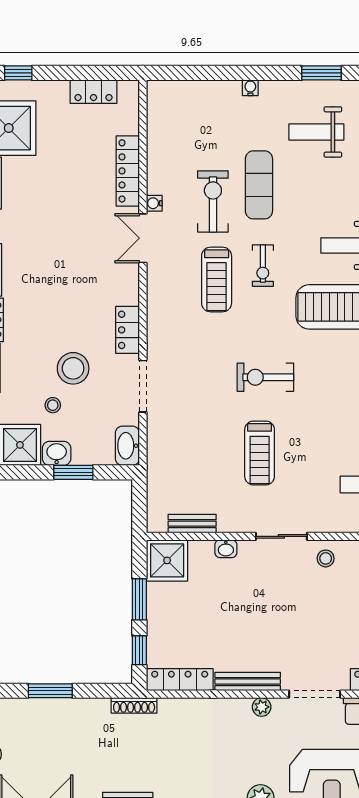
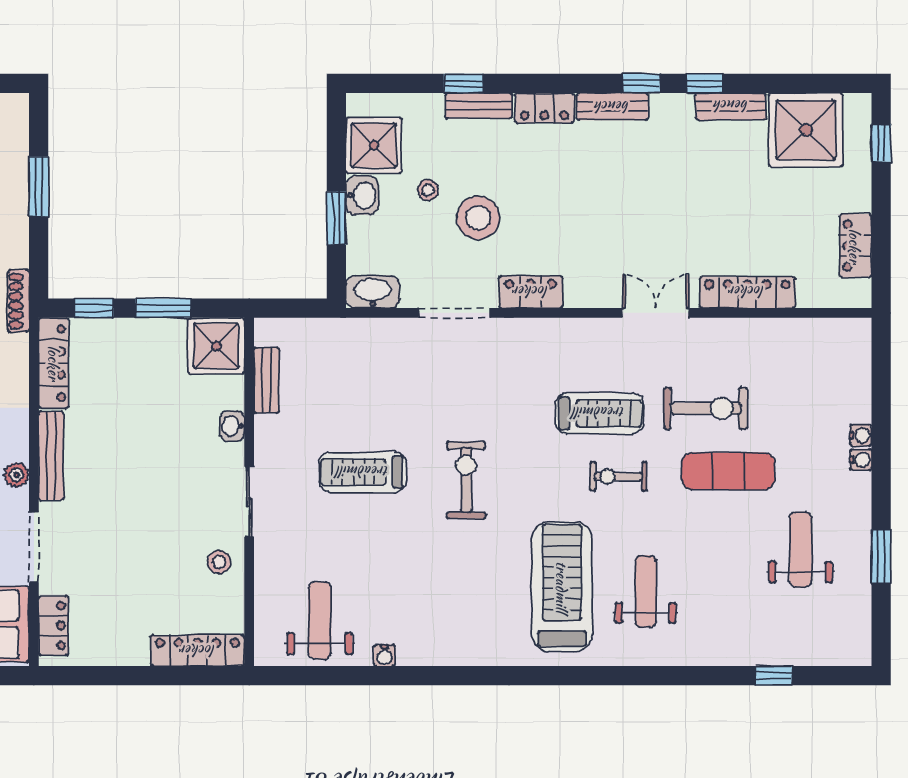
water cooler: (154, 203) -> (861, 435), moved, turned 90
treadmill: (217, 280) -> (599, 413), turned 180

